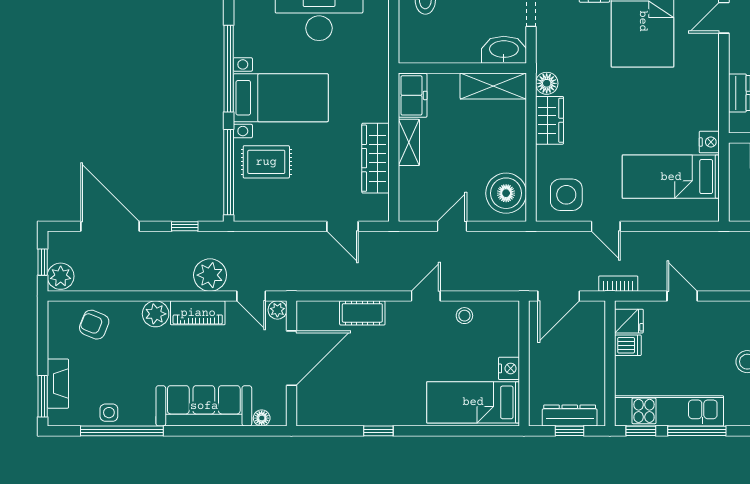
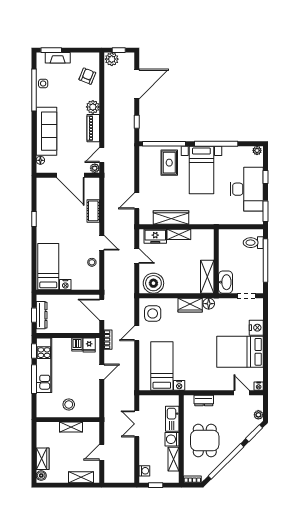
freezer: (413, 95) -> (155, 236), moved
plant: (210, 275) -> (112, 134), removed

